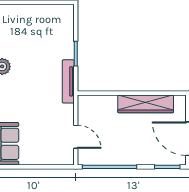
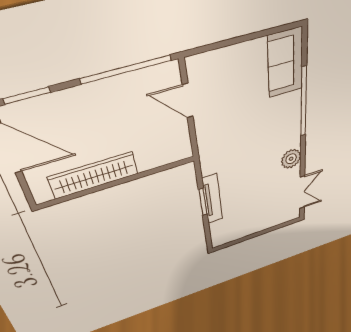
tv unit: (68, 81) -> (212, 199), moved

